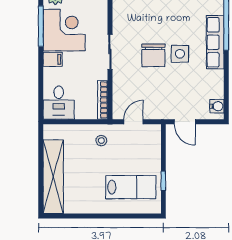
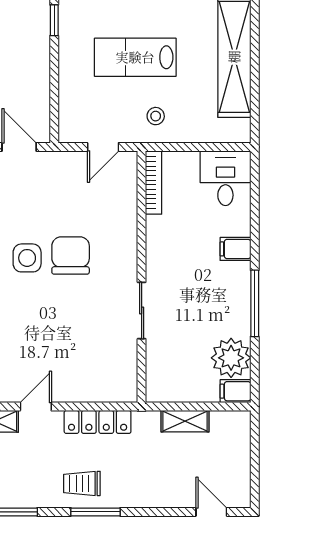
corner desk: (64, 30) -> (216, 297), removed
sliding door: (110, 52) -> (142, 310), moved
window: (163, 181) -> (54, 20), moved
lab bench: (131, 187) -> (135, 57), moved

